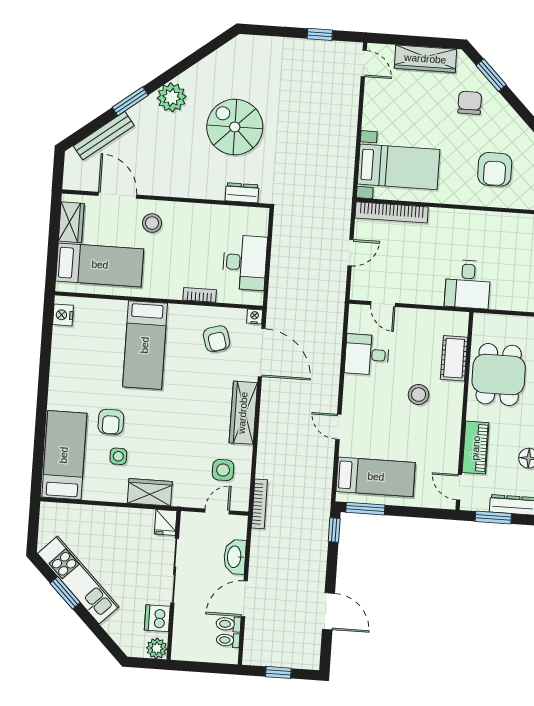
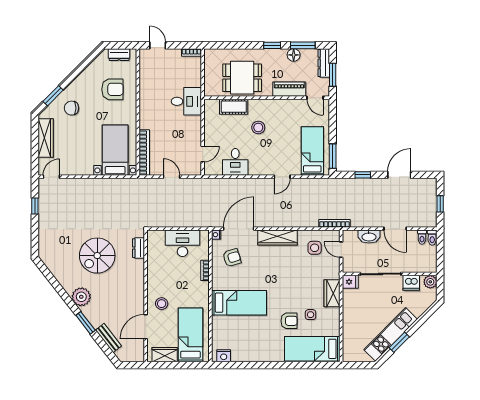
bench: (104, 136) -> (108, 338), width x0.73
door: (459, 487) -> (315, 98), hinge flipped
window: (334, 530) -> (363, 175), moved
toilet: (228, 624) -> (432, 238), moved

